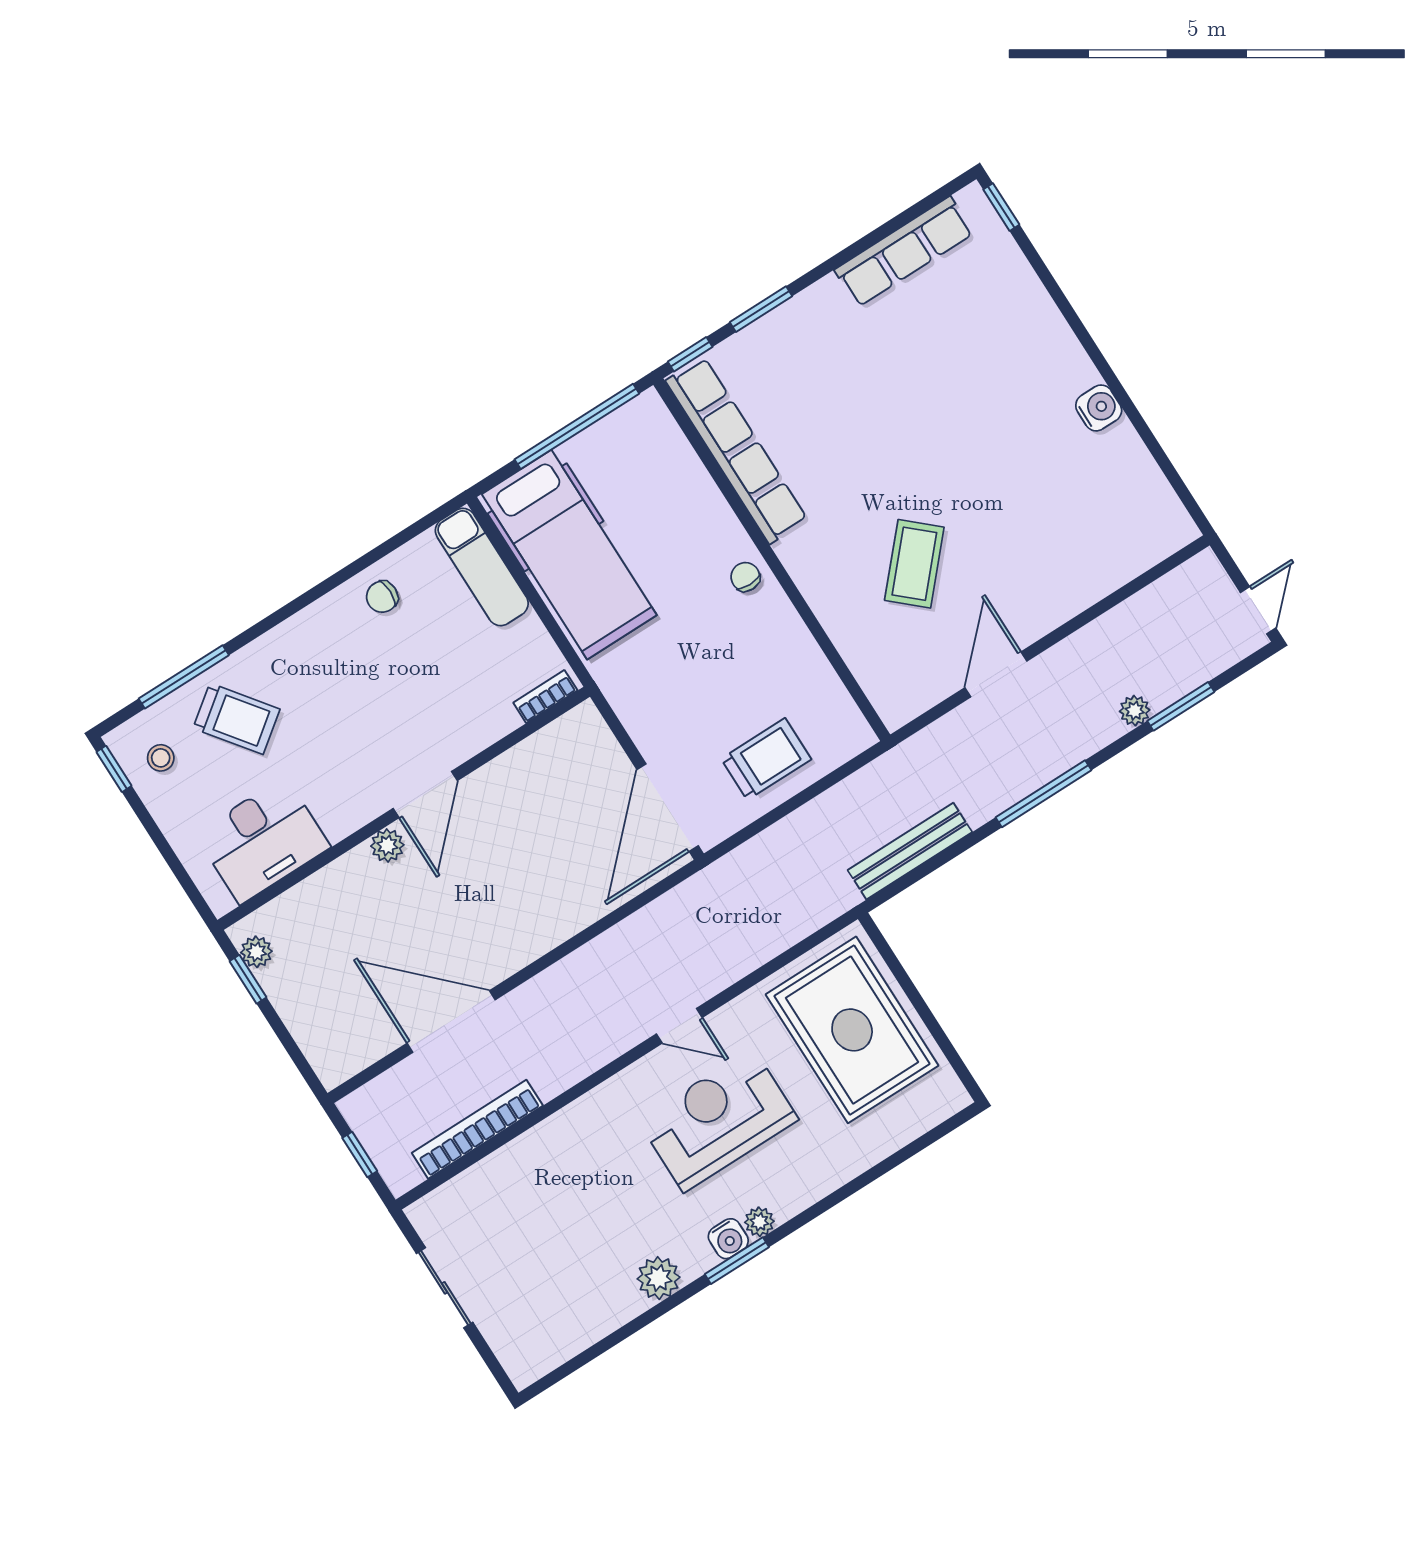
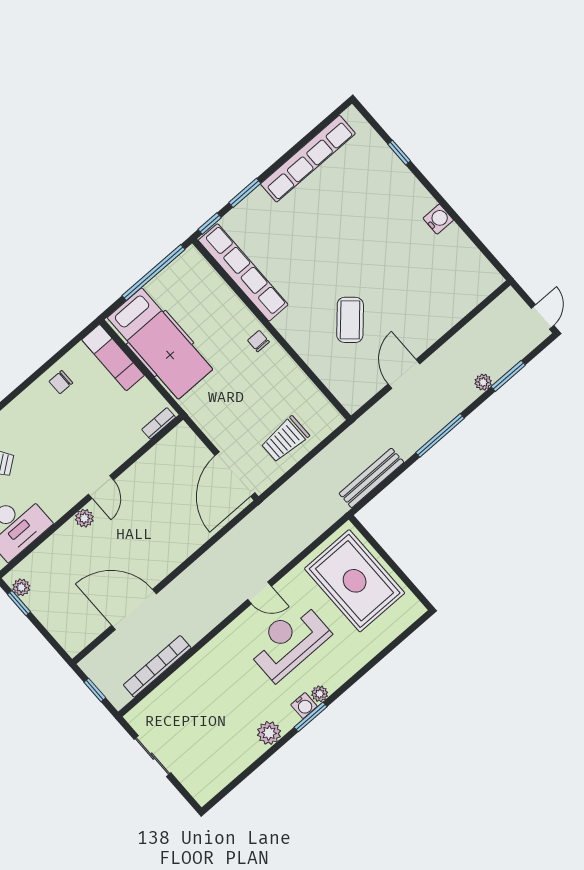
window: (1001, 207) -> (399, 153), moved
row of seats: (904, 252) -> (308, 159), width x1.36
trolley: (766, 759) -> (285, 439), turned 180
door: (425, 794) -> (101, 487), width x0.73

